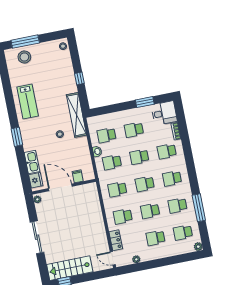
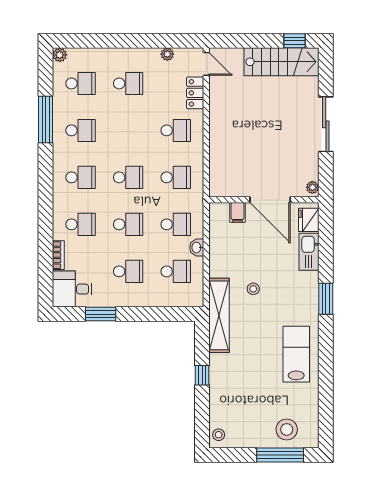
school desk: (150, 211) -> (128, 130), removed

